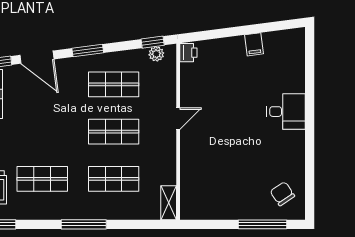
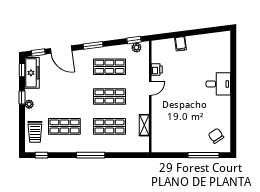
filing cabinet: (254, 44) -> (181, 44), moved
printer: (188, 53) -> (157, 69), moved
shelving: (169, 203) -> (144, 125), moved

